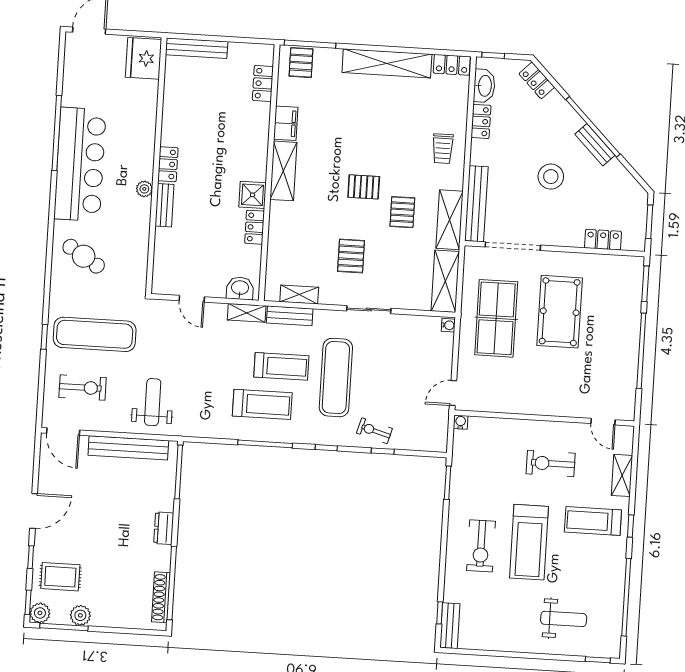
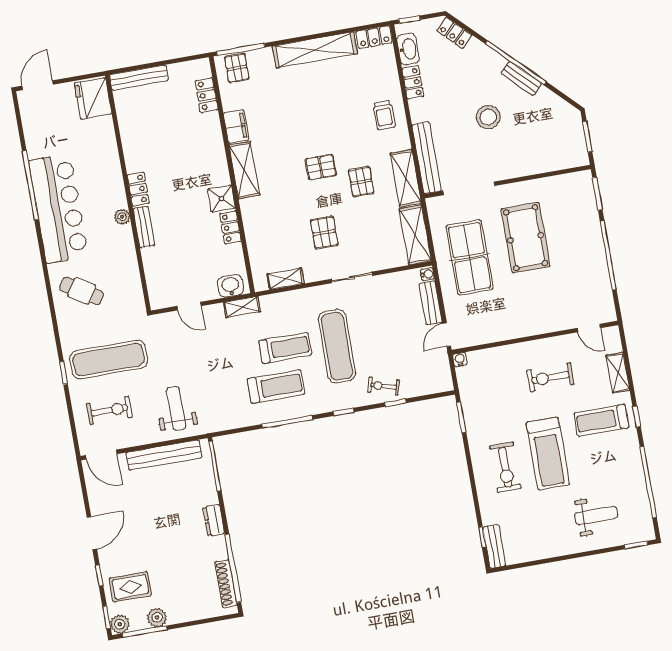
locker: (603, 240) -> (549, 163), removed
bench: (290, 316) -> (431, 303), moved, turned 90

